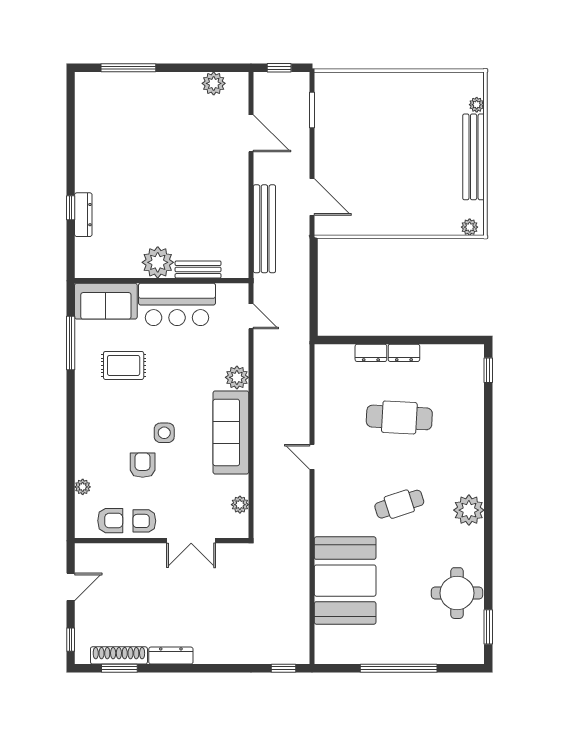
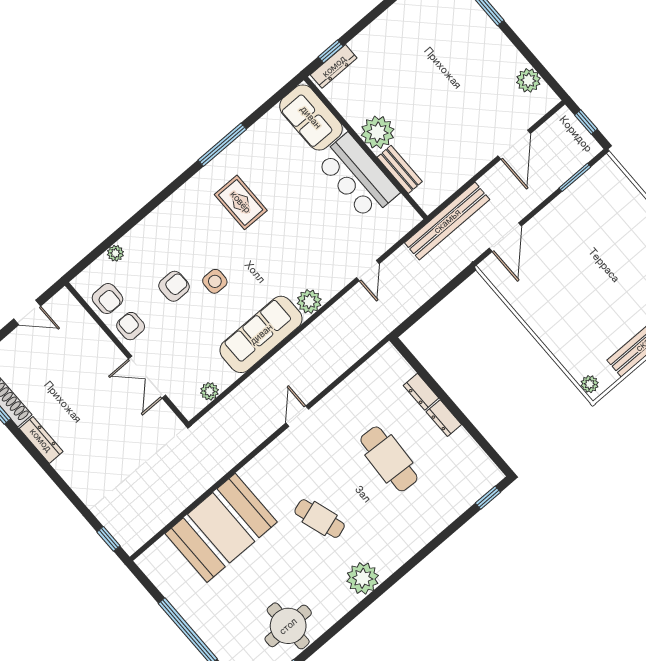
plant: (158, 262) -> (378, 132), moved
bench: (198, 270) -> (400, 169), moved
wall: (162, 281) -> (366, 148), moved
sofa: (106, 301) -> (311, 117), moved
bar counter: (177, 304) -> (357, 177), moved

